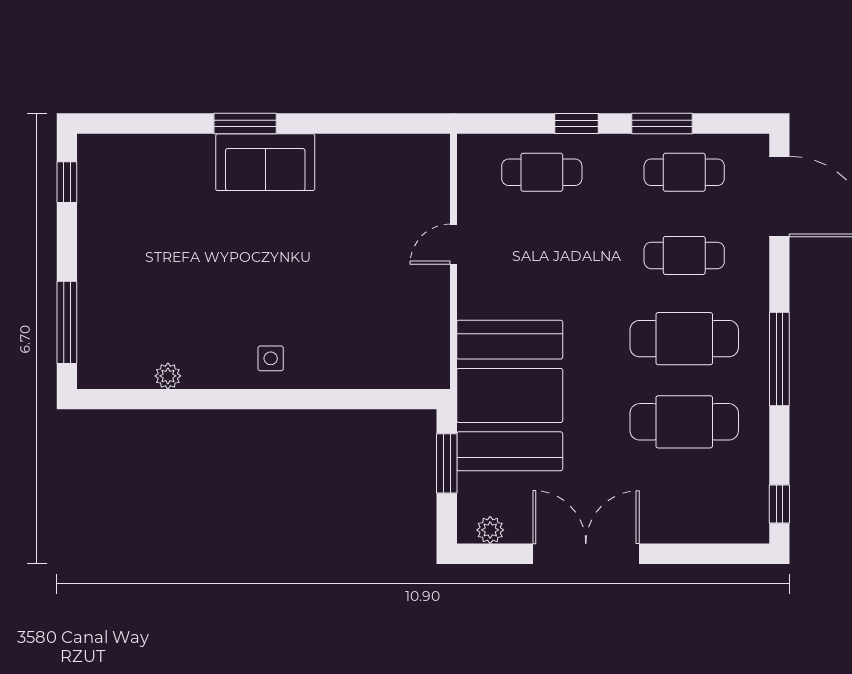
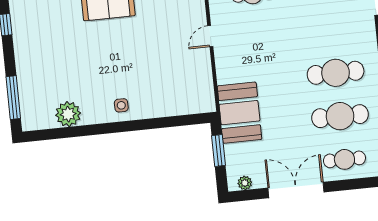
cafe table: (684, 255) -> (344, 159), moved
plant: (168, 376) -> (68, 114), width x1.88, depth x1.88
booth: (510, 395) -> (240, 113), width x0.73, depth x0.70

